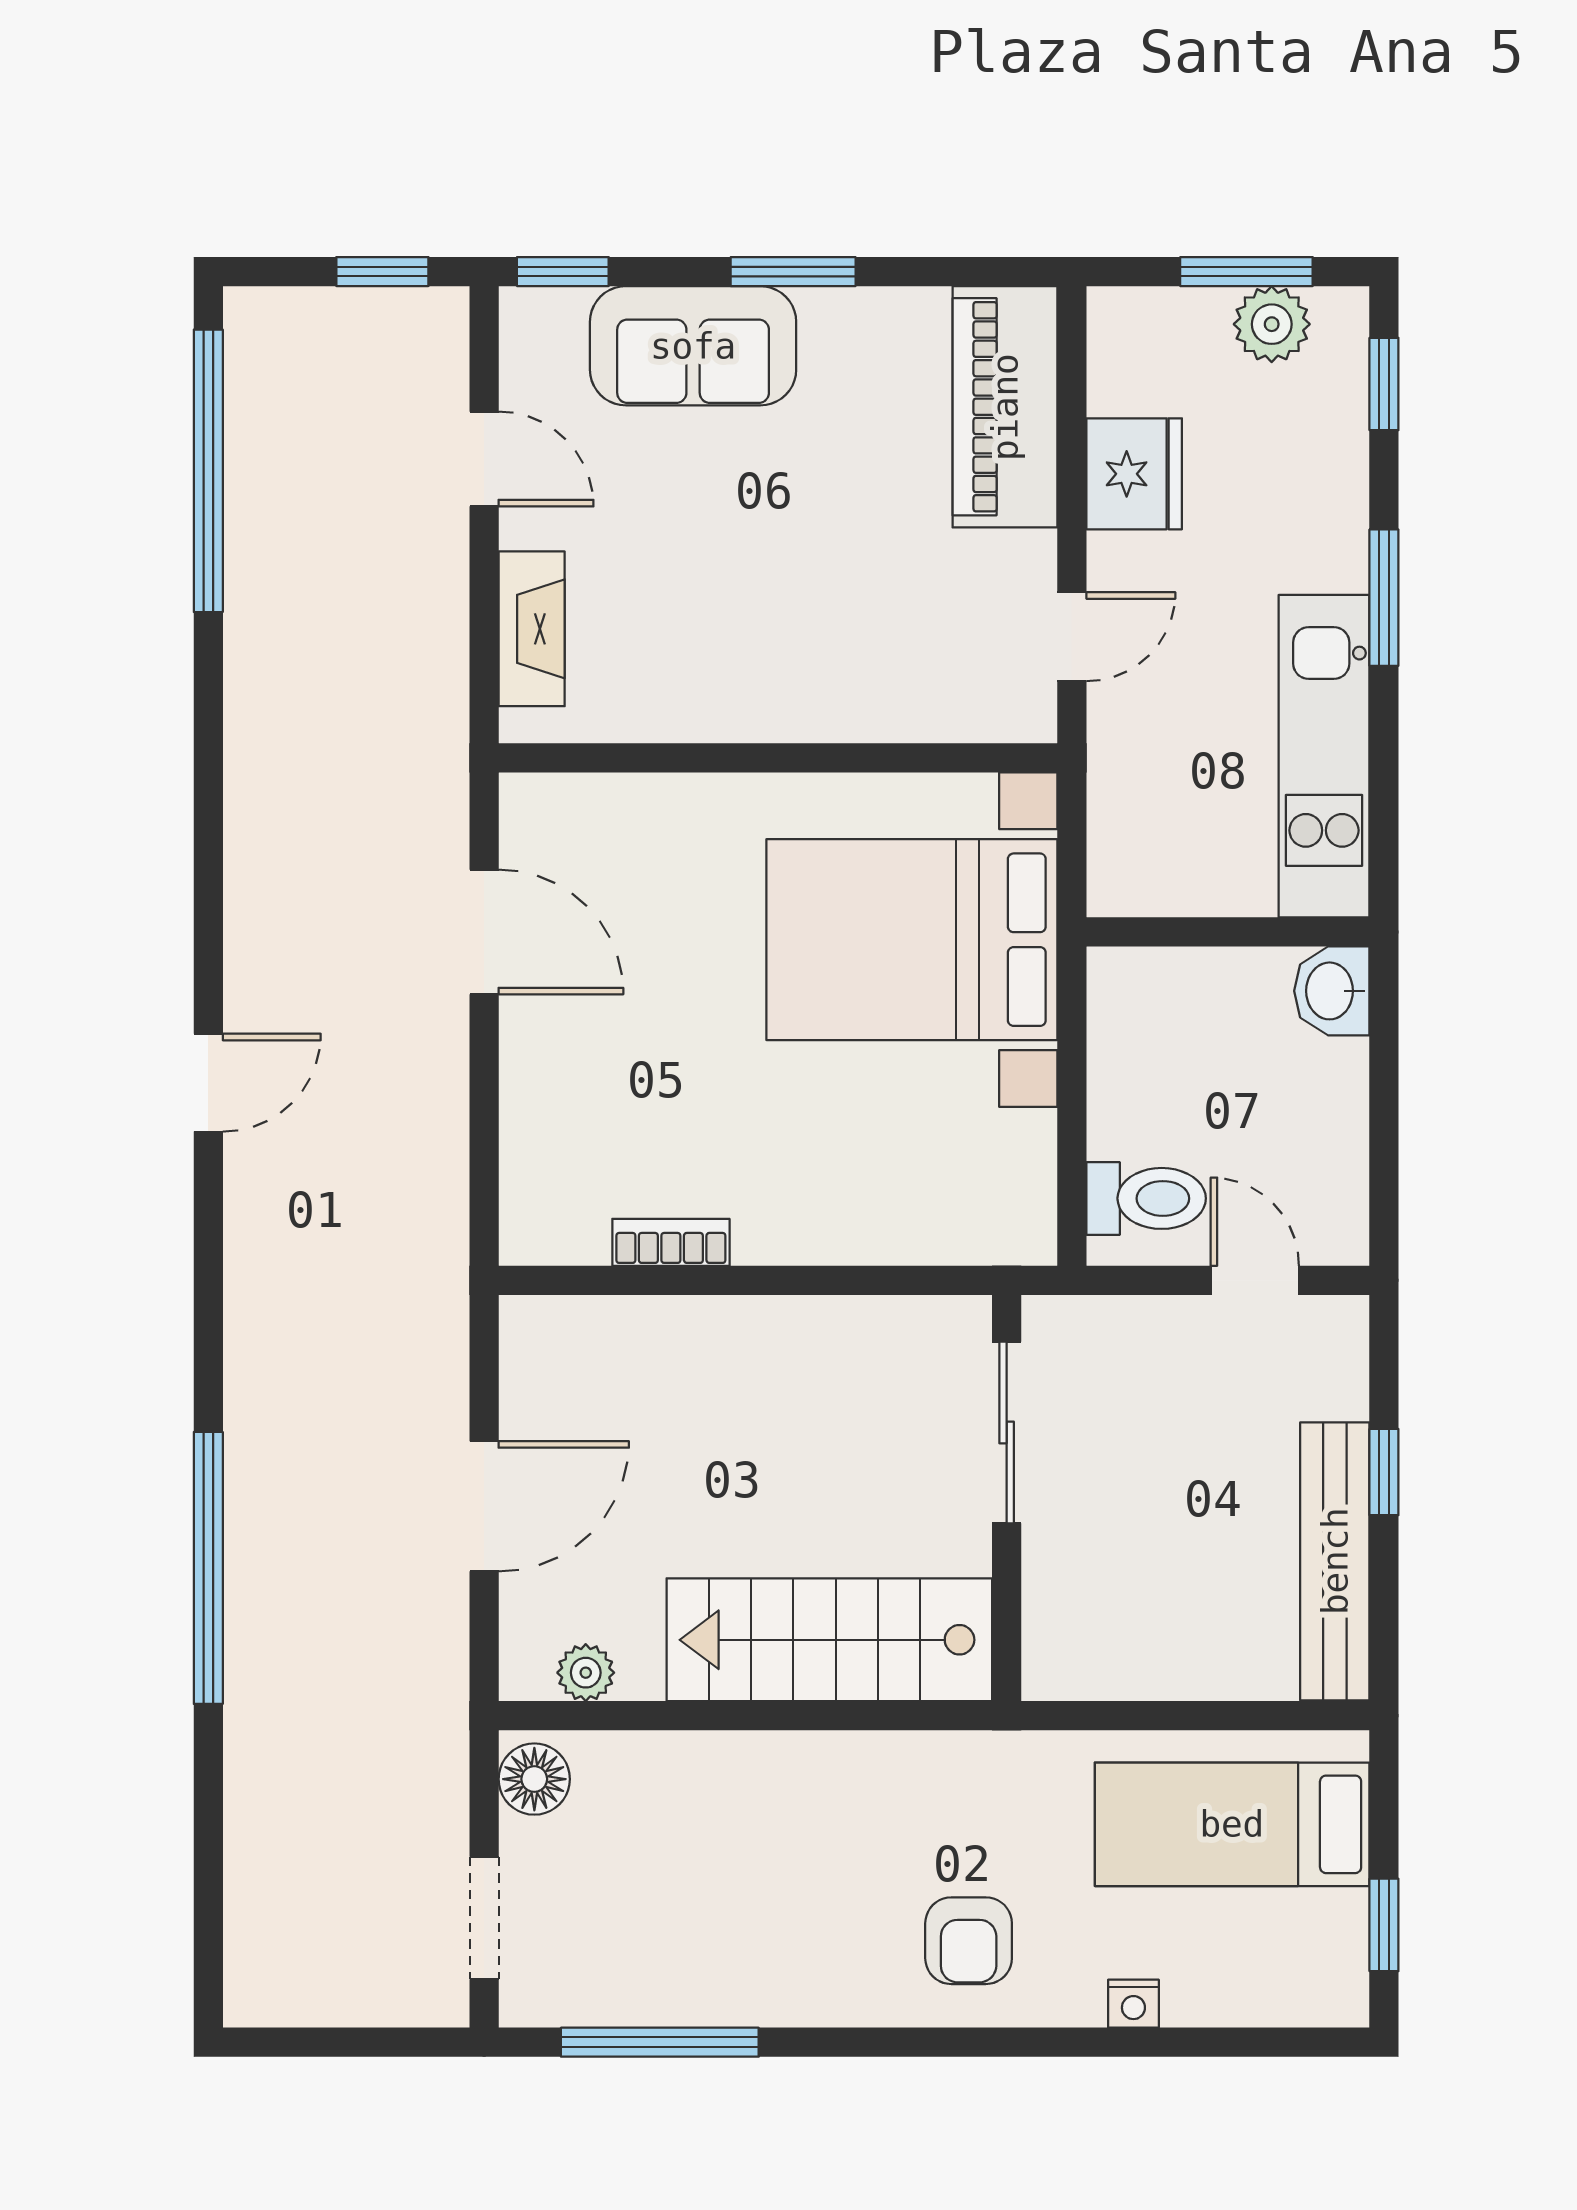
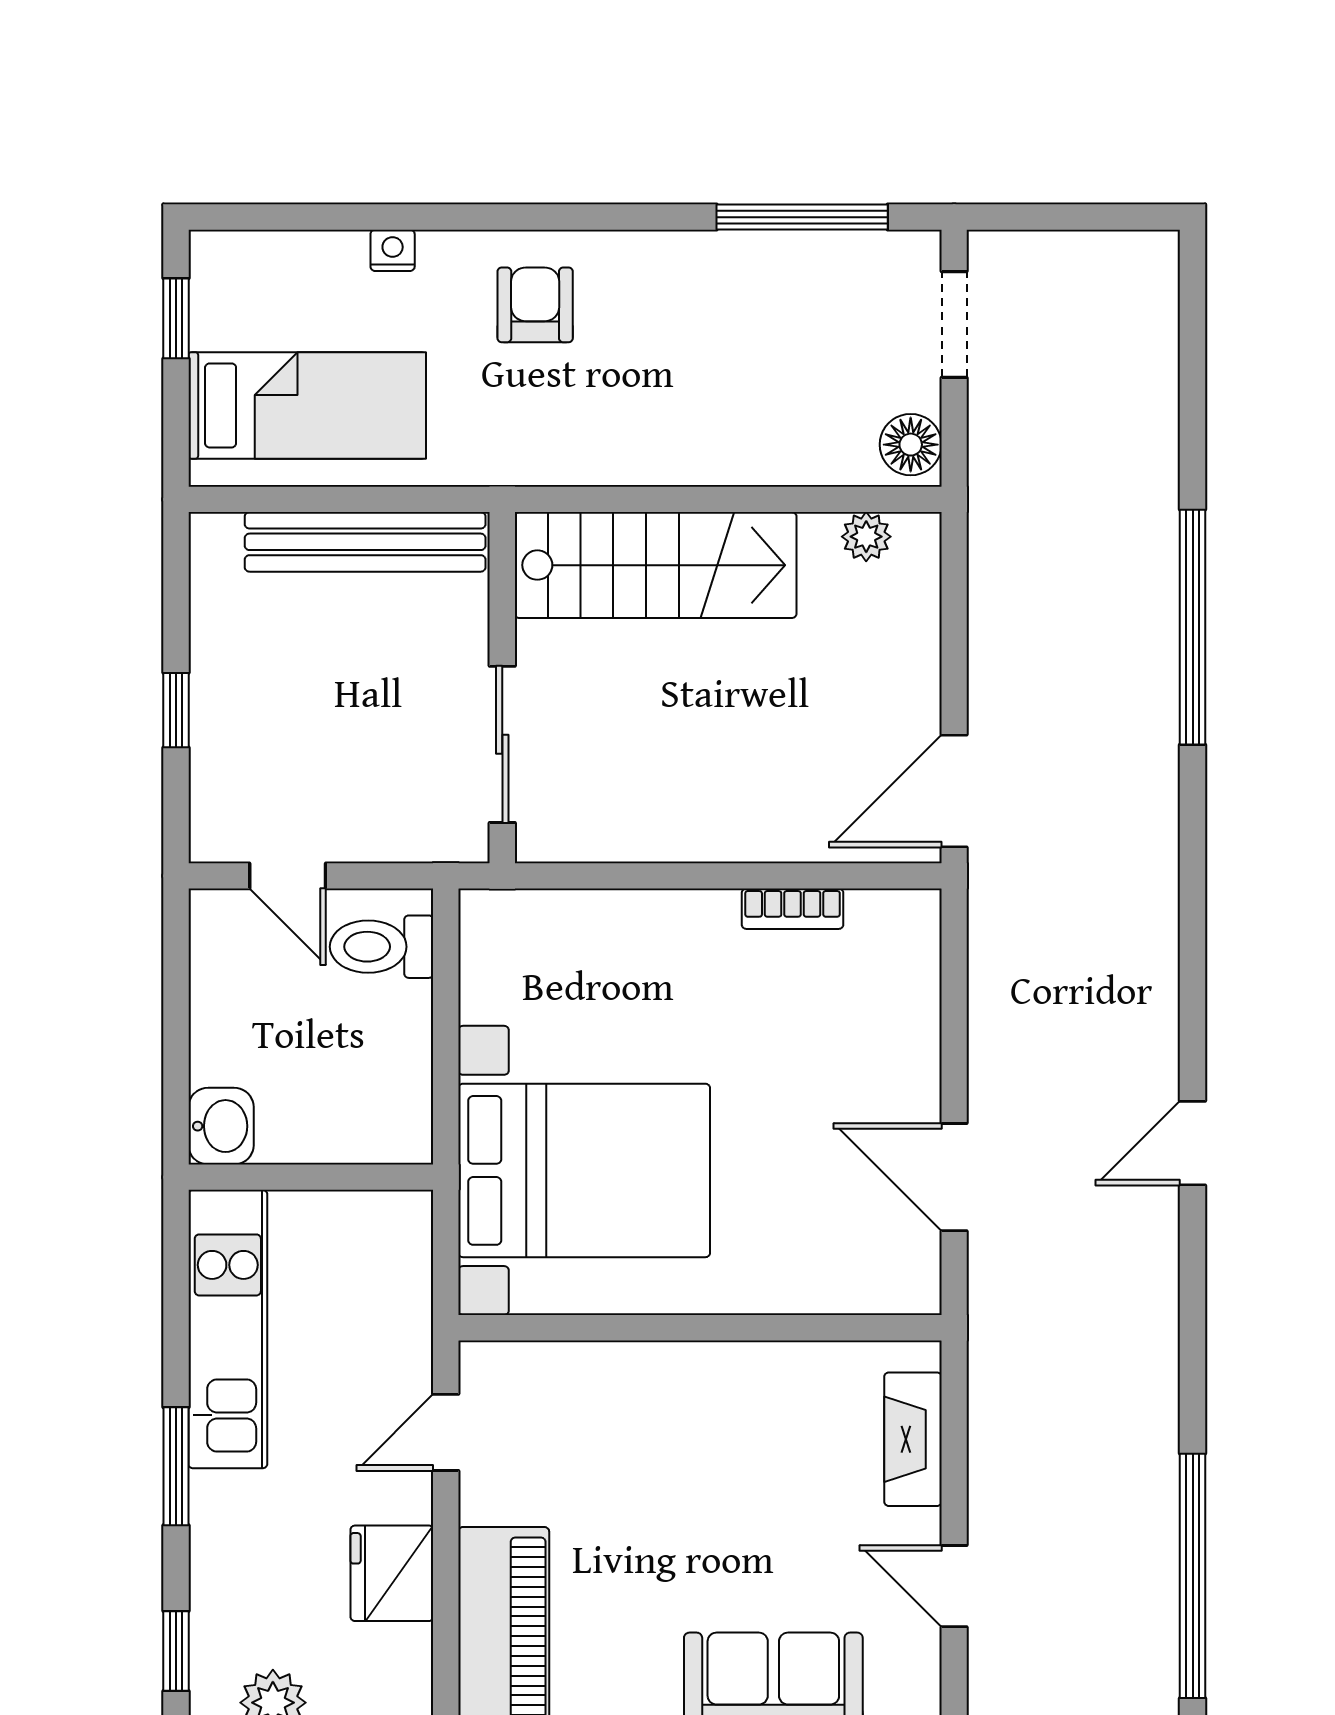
door: (208, 1083) -> (1193, 1143), moved
door: (484, 1506) -> (954, 791), moved
bench: (1335, 1561) -> (365, 542), moved, turned 90

